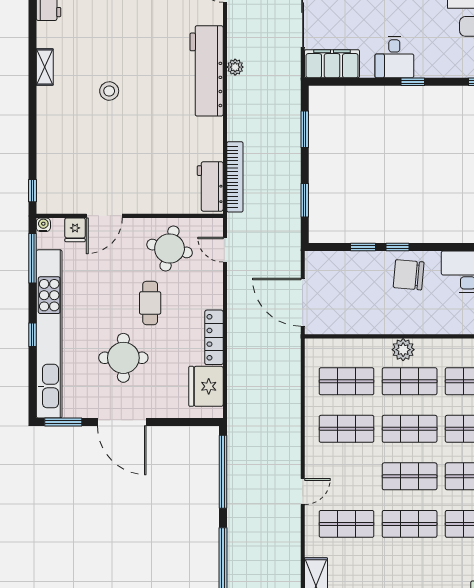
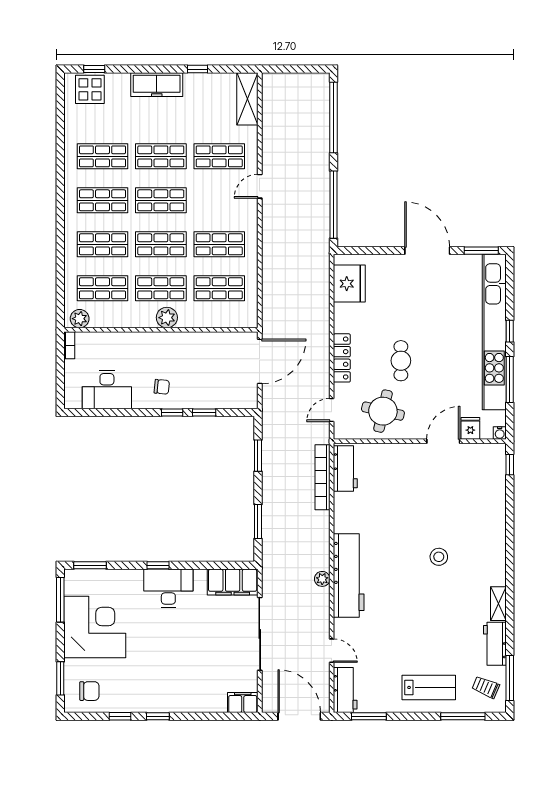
desk: (394, 57) -> (168, 588), width x1.37
shelving: (45, 67) -> (498, 604), moved
door: (225, 250) -> (332, 410), swing flipped
window: (33, 258) -> (510, 380), moved
chair: (409, 275) -> (162, 387), width x0.54, depth x0.54
door: (303, 302) -> (260, 361), hinge flipped
locker: (214, 337) -> (342, 358), moved
round table: (123, 358) -> (426, 310), removed

